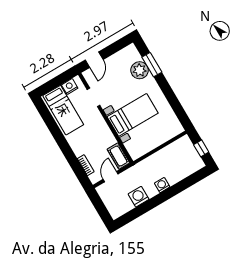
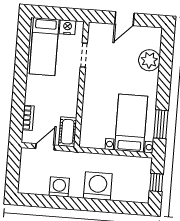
door: (94, 60) -> (124, 19), moved
window: (152, 65) -> (161, 124), moved
bed with nightstands: (133, 115) -> (131, 123), moved, turned -90
washing machine: (162, 185) -> (98, 186), width x1.89, depth x1.89

